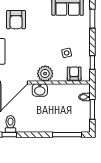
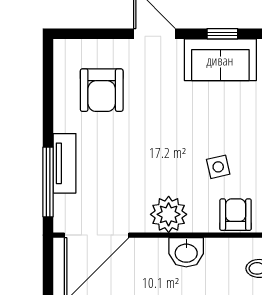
washbasin: (40, 90) -> (186, 252), moved

